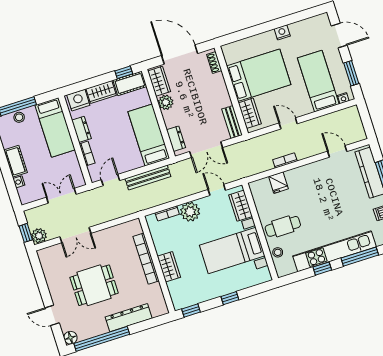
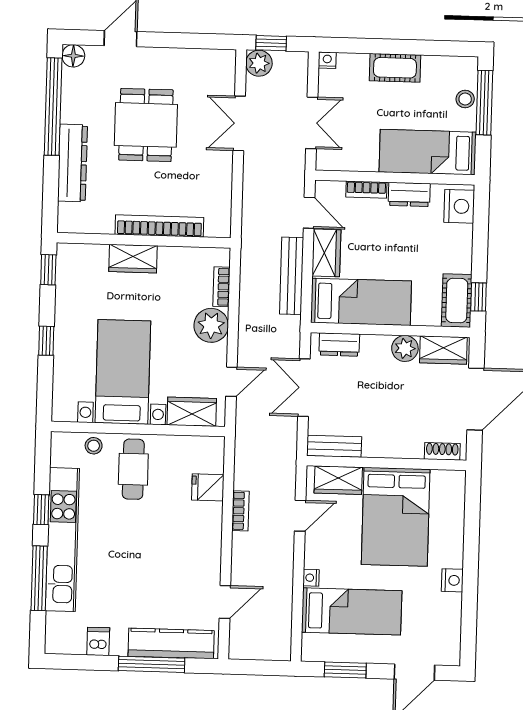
wardrobe: (101, 92) -> (326, 253), moved, turned 180
nightstand: (343, 98) -> (311, 578), moved
door: (288, 123) -> (300, 516), moved
nightstand: (19, 182) -> (327, 60), moved

